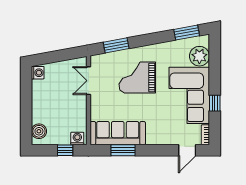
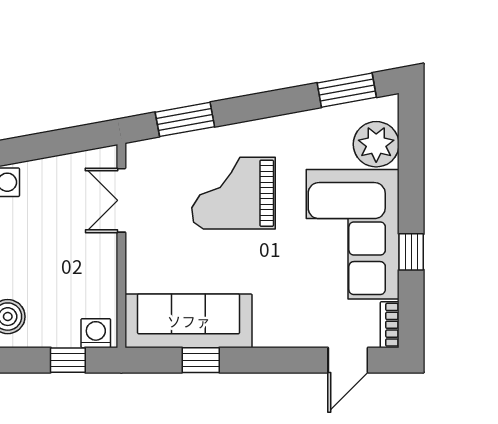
window: (123, 150) -> (201, 360), width x0.67

